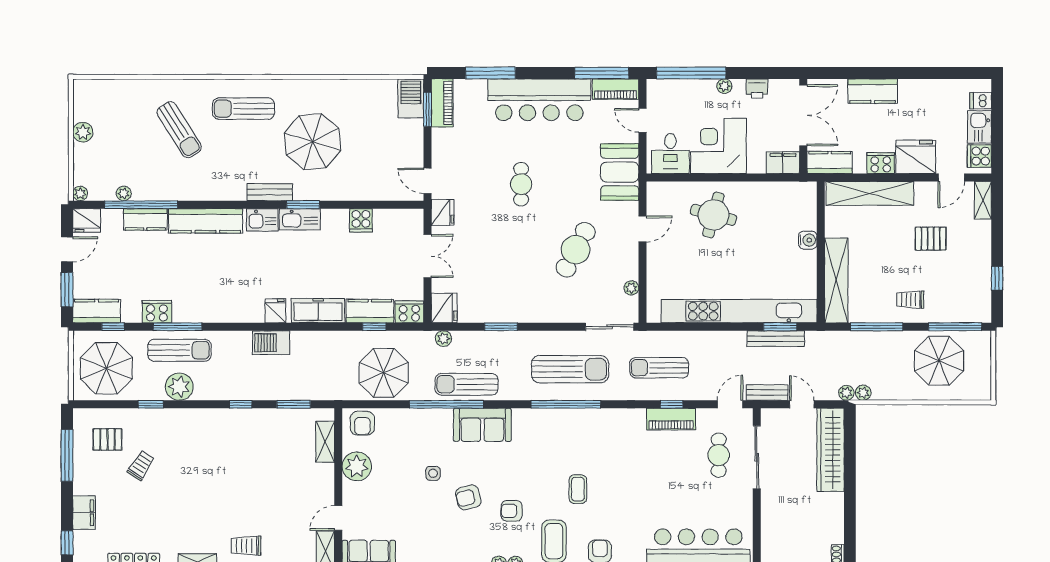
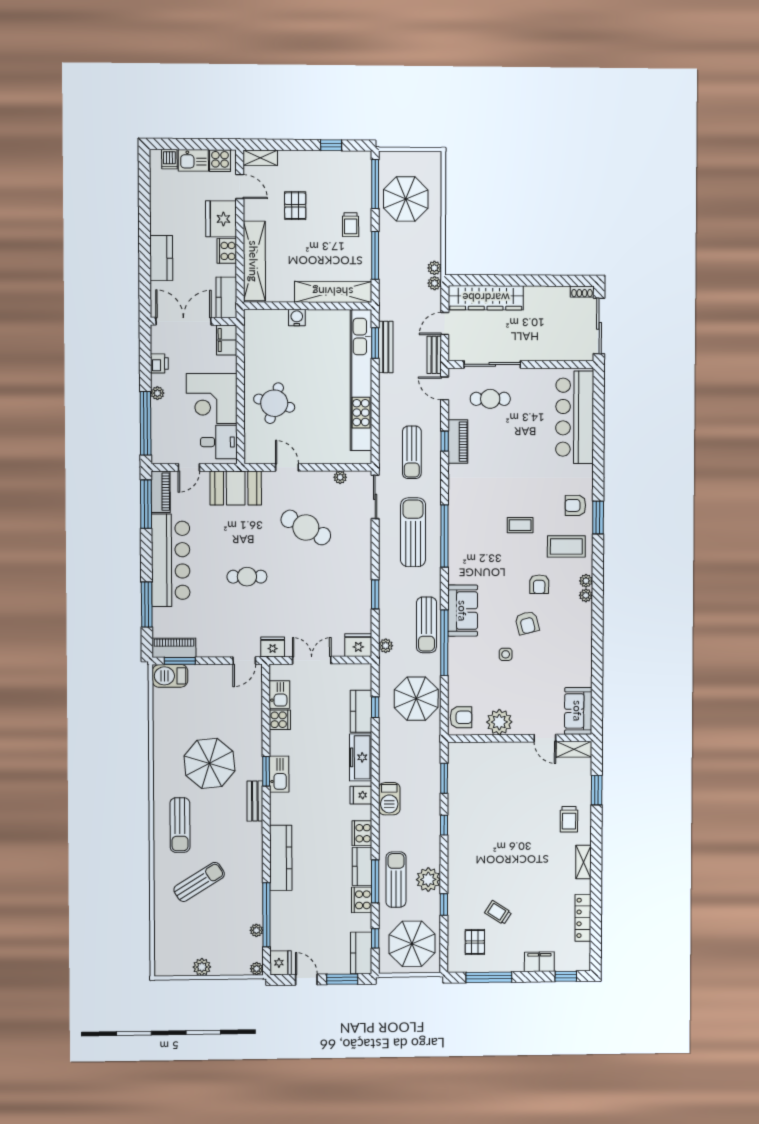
kitchen counter: (145, 219) -> (362, 866), moved, turned 180
kitchen sink: (262, 220) -> (279, 695), moved
cooker: (409, 312) -> (362, 833), moved
shelving: (325, 442) -> (477, 750), removed

